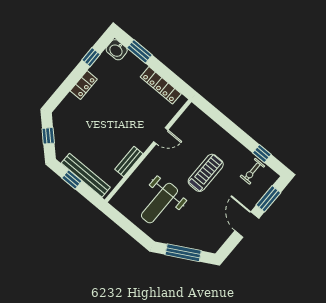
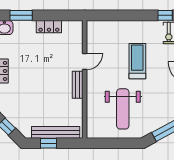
locker: (161, 85) -> (49, 27), width x0.66
bench: (129, 162) -> (78, 85), moved

